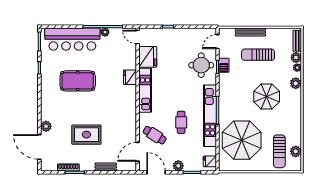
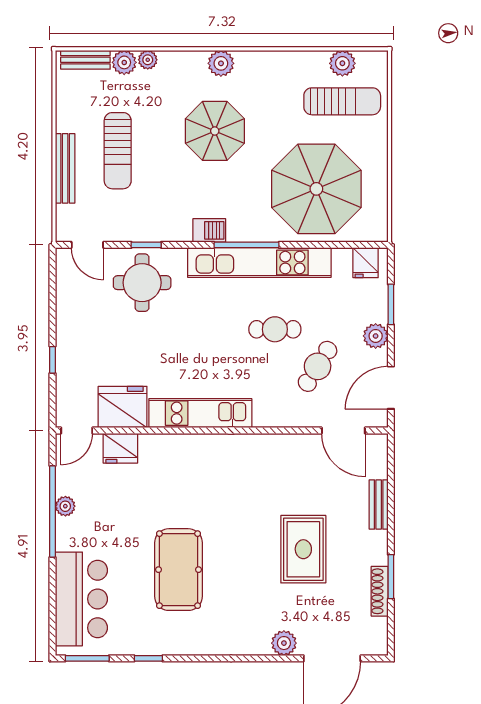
bar counter: (72, 39) -> (81, 599), width x0.73
barbecue: (224, 65) -> (209, 230), moved
fridge: (130, 77) -> (120, 448), moved
plant: (296, 83) -> (221, 63), moved
cafe table: (155, 135) -> (318, 366), moved

